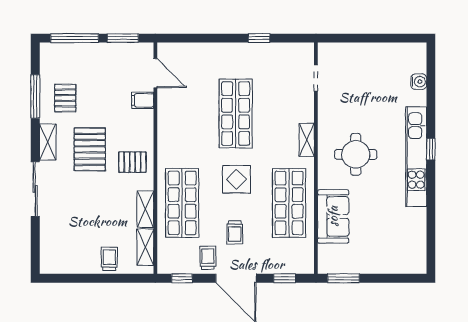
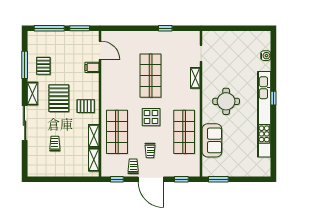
shelving: (307, 140) -> (195, 78), moved
kitchen unit: (416, 157) -> (264, 114), width x1.36
trolley: (109, 259) -> (55, 144), moved

